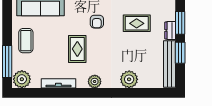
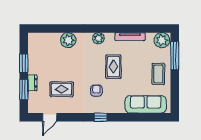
bench: (169, 64) -> (33, 53), removed

